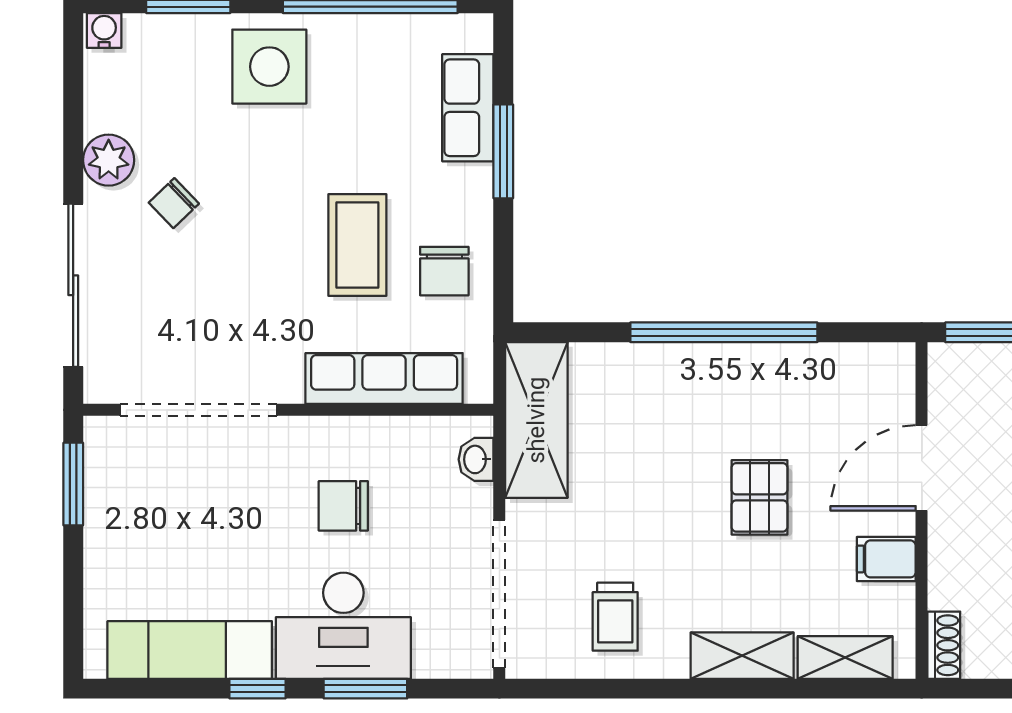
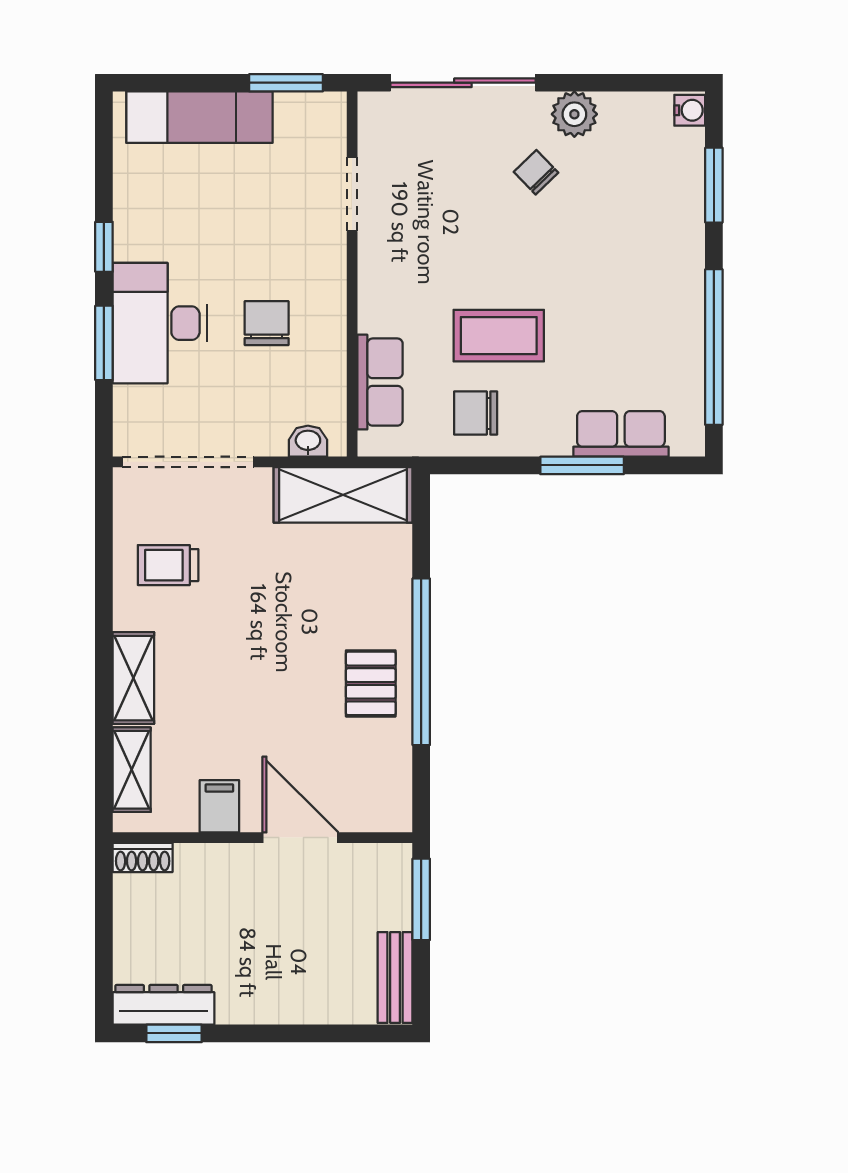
side table: (269, 67) -> (658, 257), removed
row of seats: (384, 378) -> (380, 382), width x0.68
doorway: (198, 410) -> (352, 194), width x0.53
pallet: (759, 497) -> (371, 683), moved, turned 90
exam couch: (190, 650) -> (199, 117), moved, turned 90

